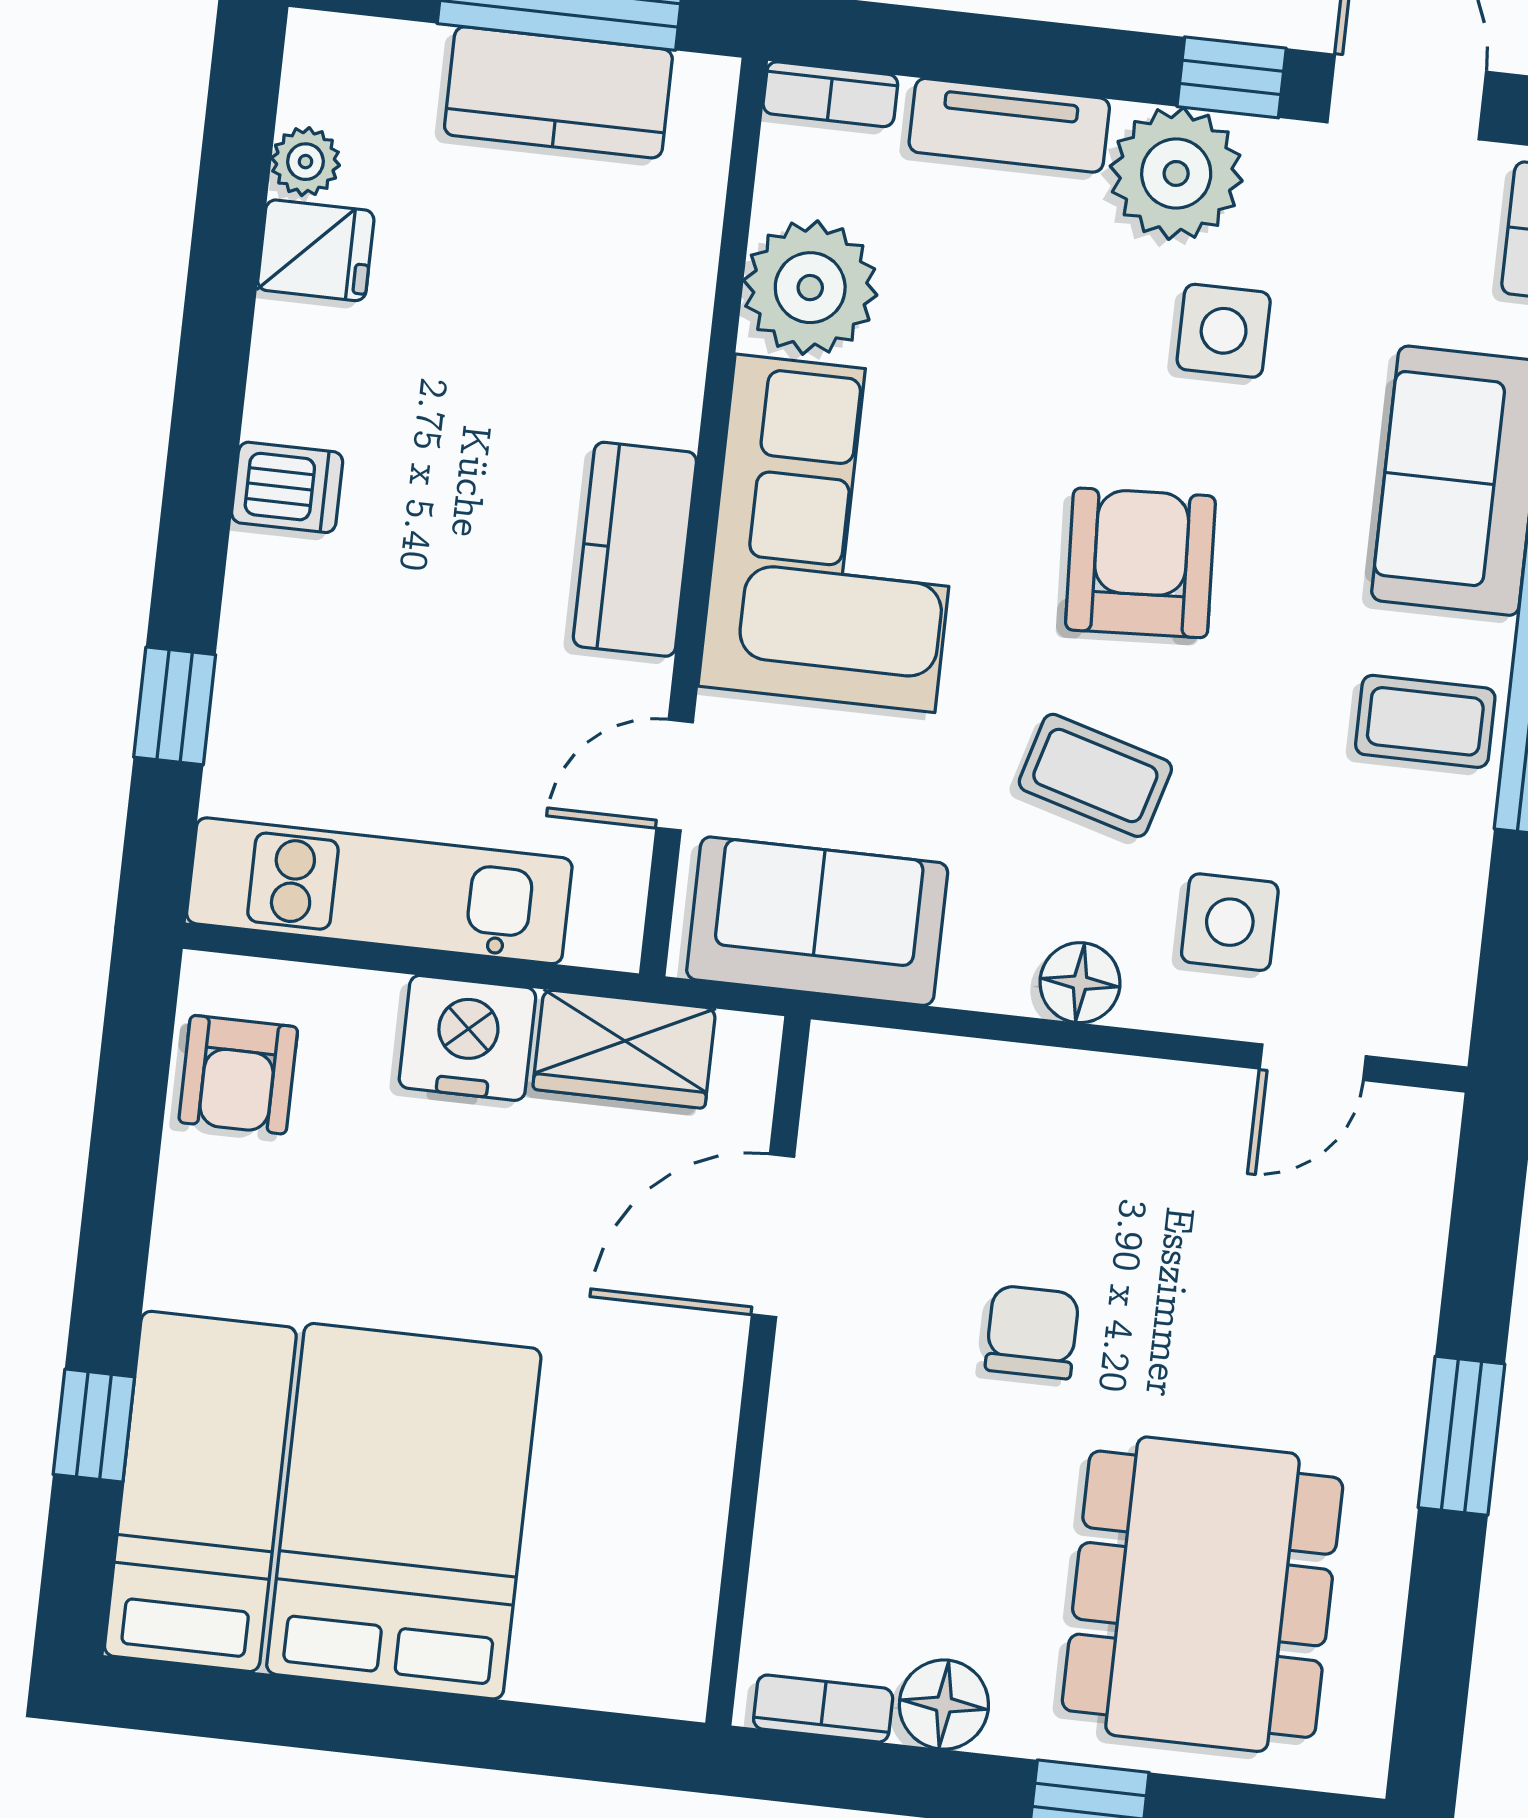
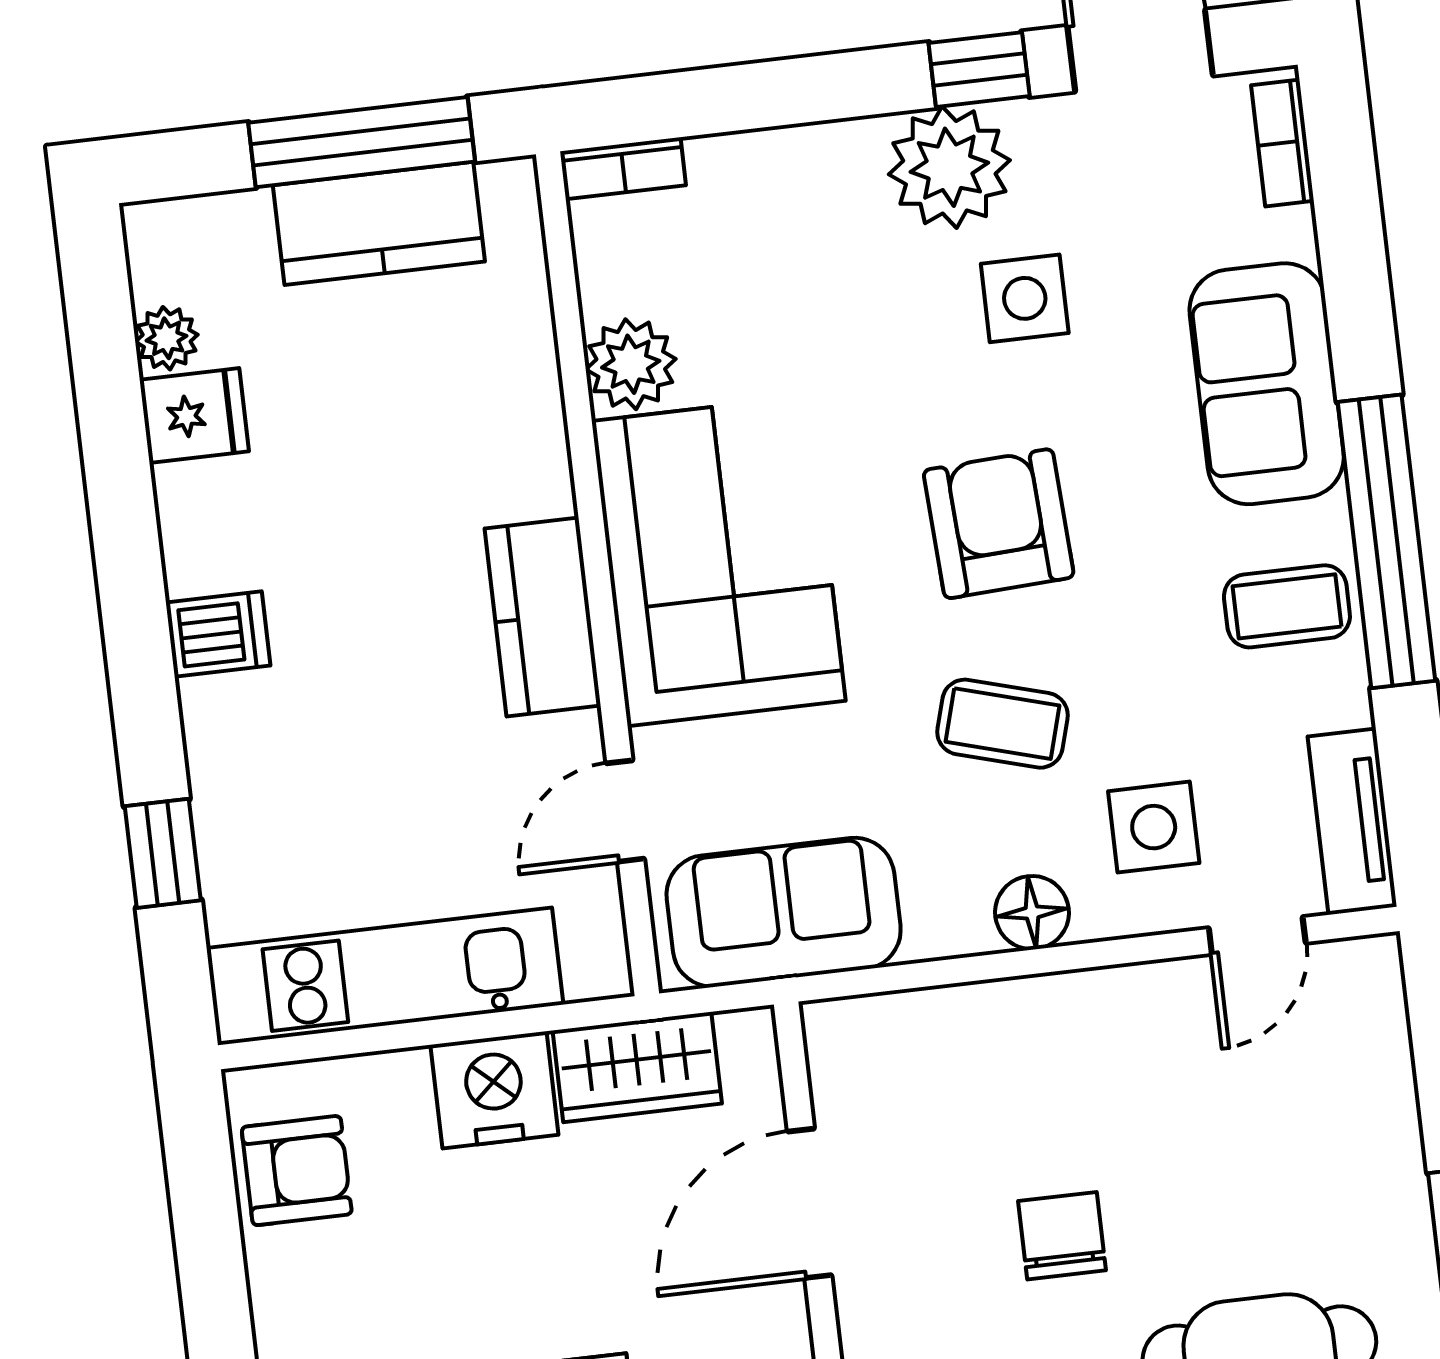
tv unit: (1009, 125) -> (1352, 822), moved, turned 90
plant: (810, 288) -> (631, 364), width x0.73, depth x0.73
armchair: (238, 1075) -> (297, 1171), turned -90

